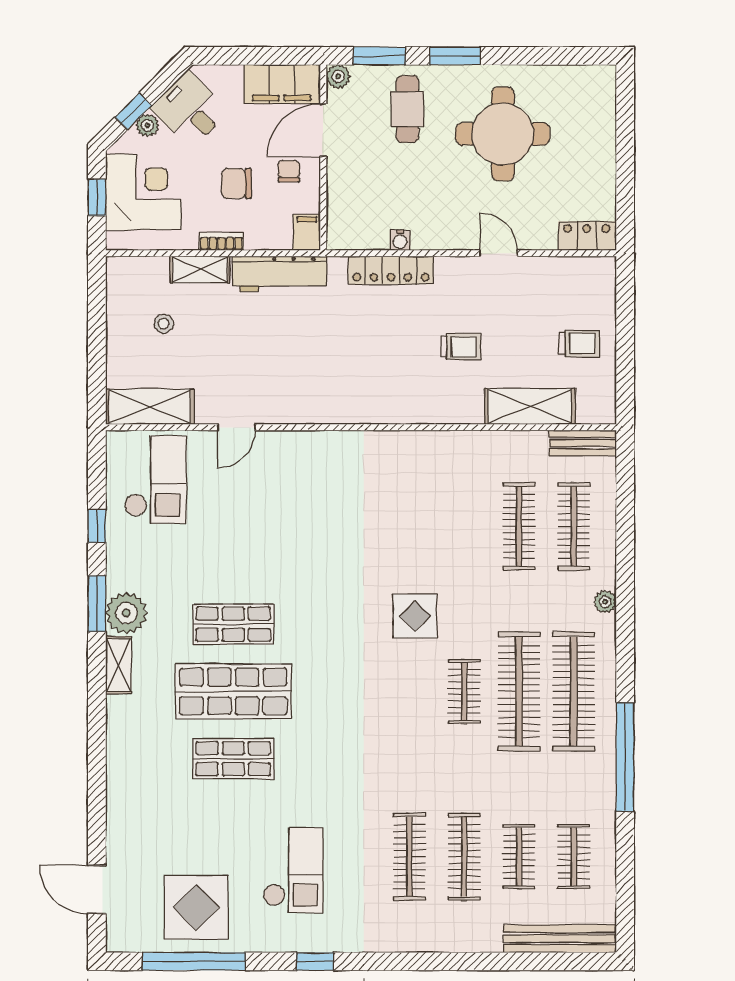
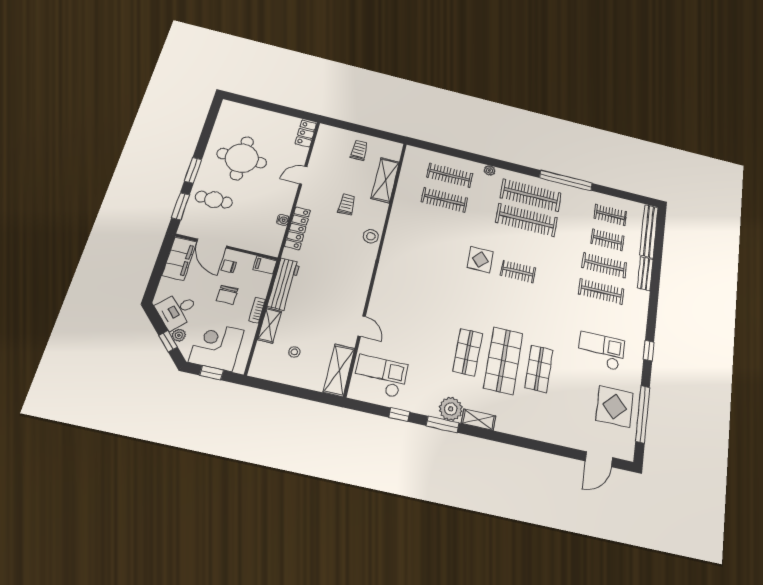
plant: (338, 76) -> (185, 229), removed
stool: (409, 405) -> (371, 236), added
bench: (583, 443) -> (645, 274), moved
clothes rail: (464, 691) -> (518, 272), moved

